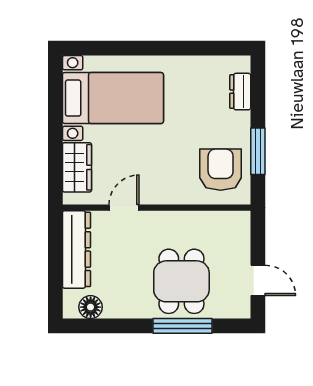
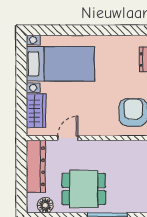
dining table: (181, 281) -> (84, 189), moved, turned 90

